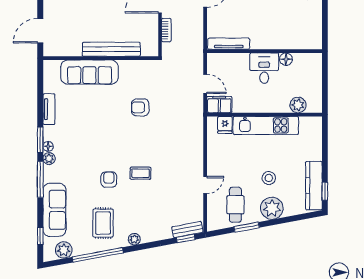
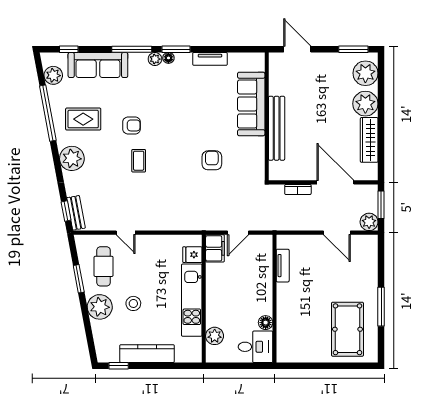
tv unit: (229, 44) -> (283, 266), width x0.71
desk: (264, 68) -> (256, 347), moved
kitchen counter: (314, 186) -> (147, 354), moved
cafe table: (235, 205) -> (104, 266), turned 90
plant: (134, 239) -> (72, 158), width x1.88, depth x1.88

